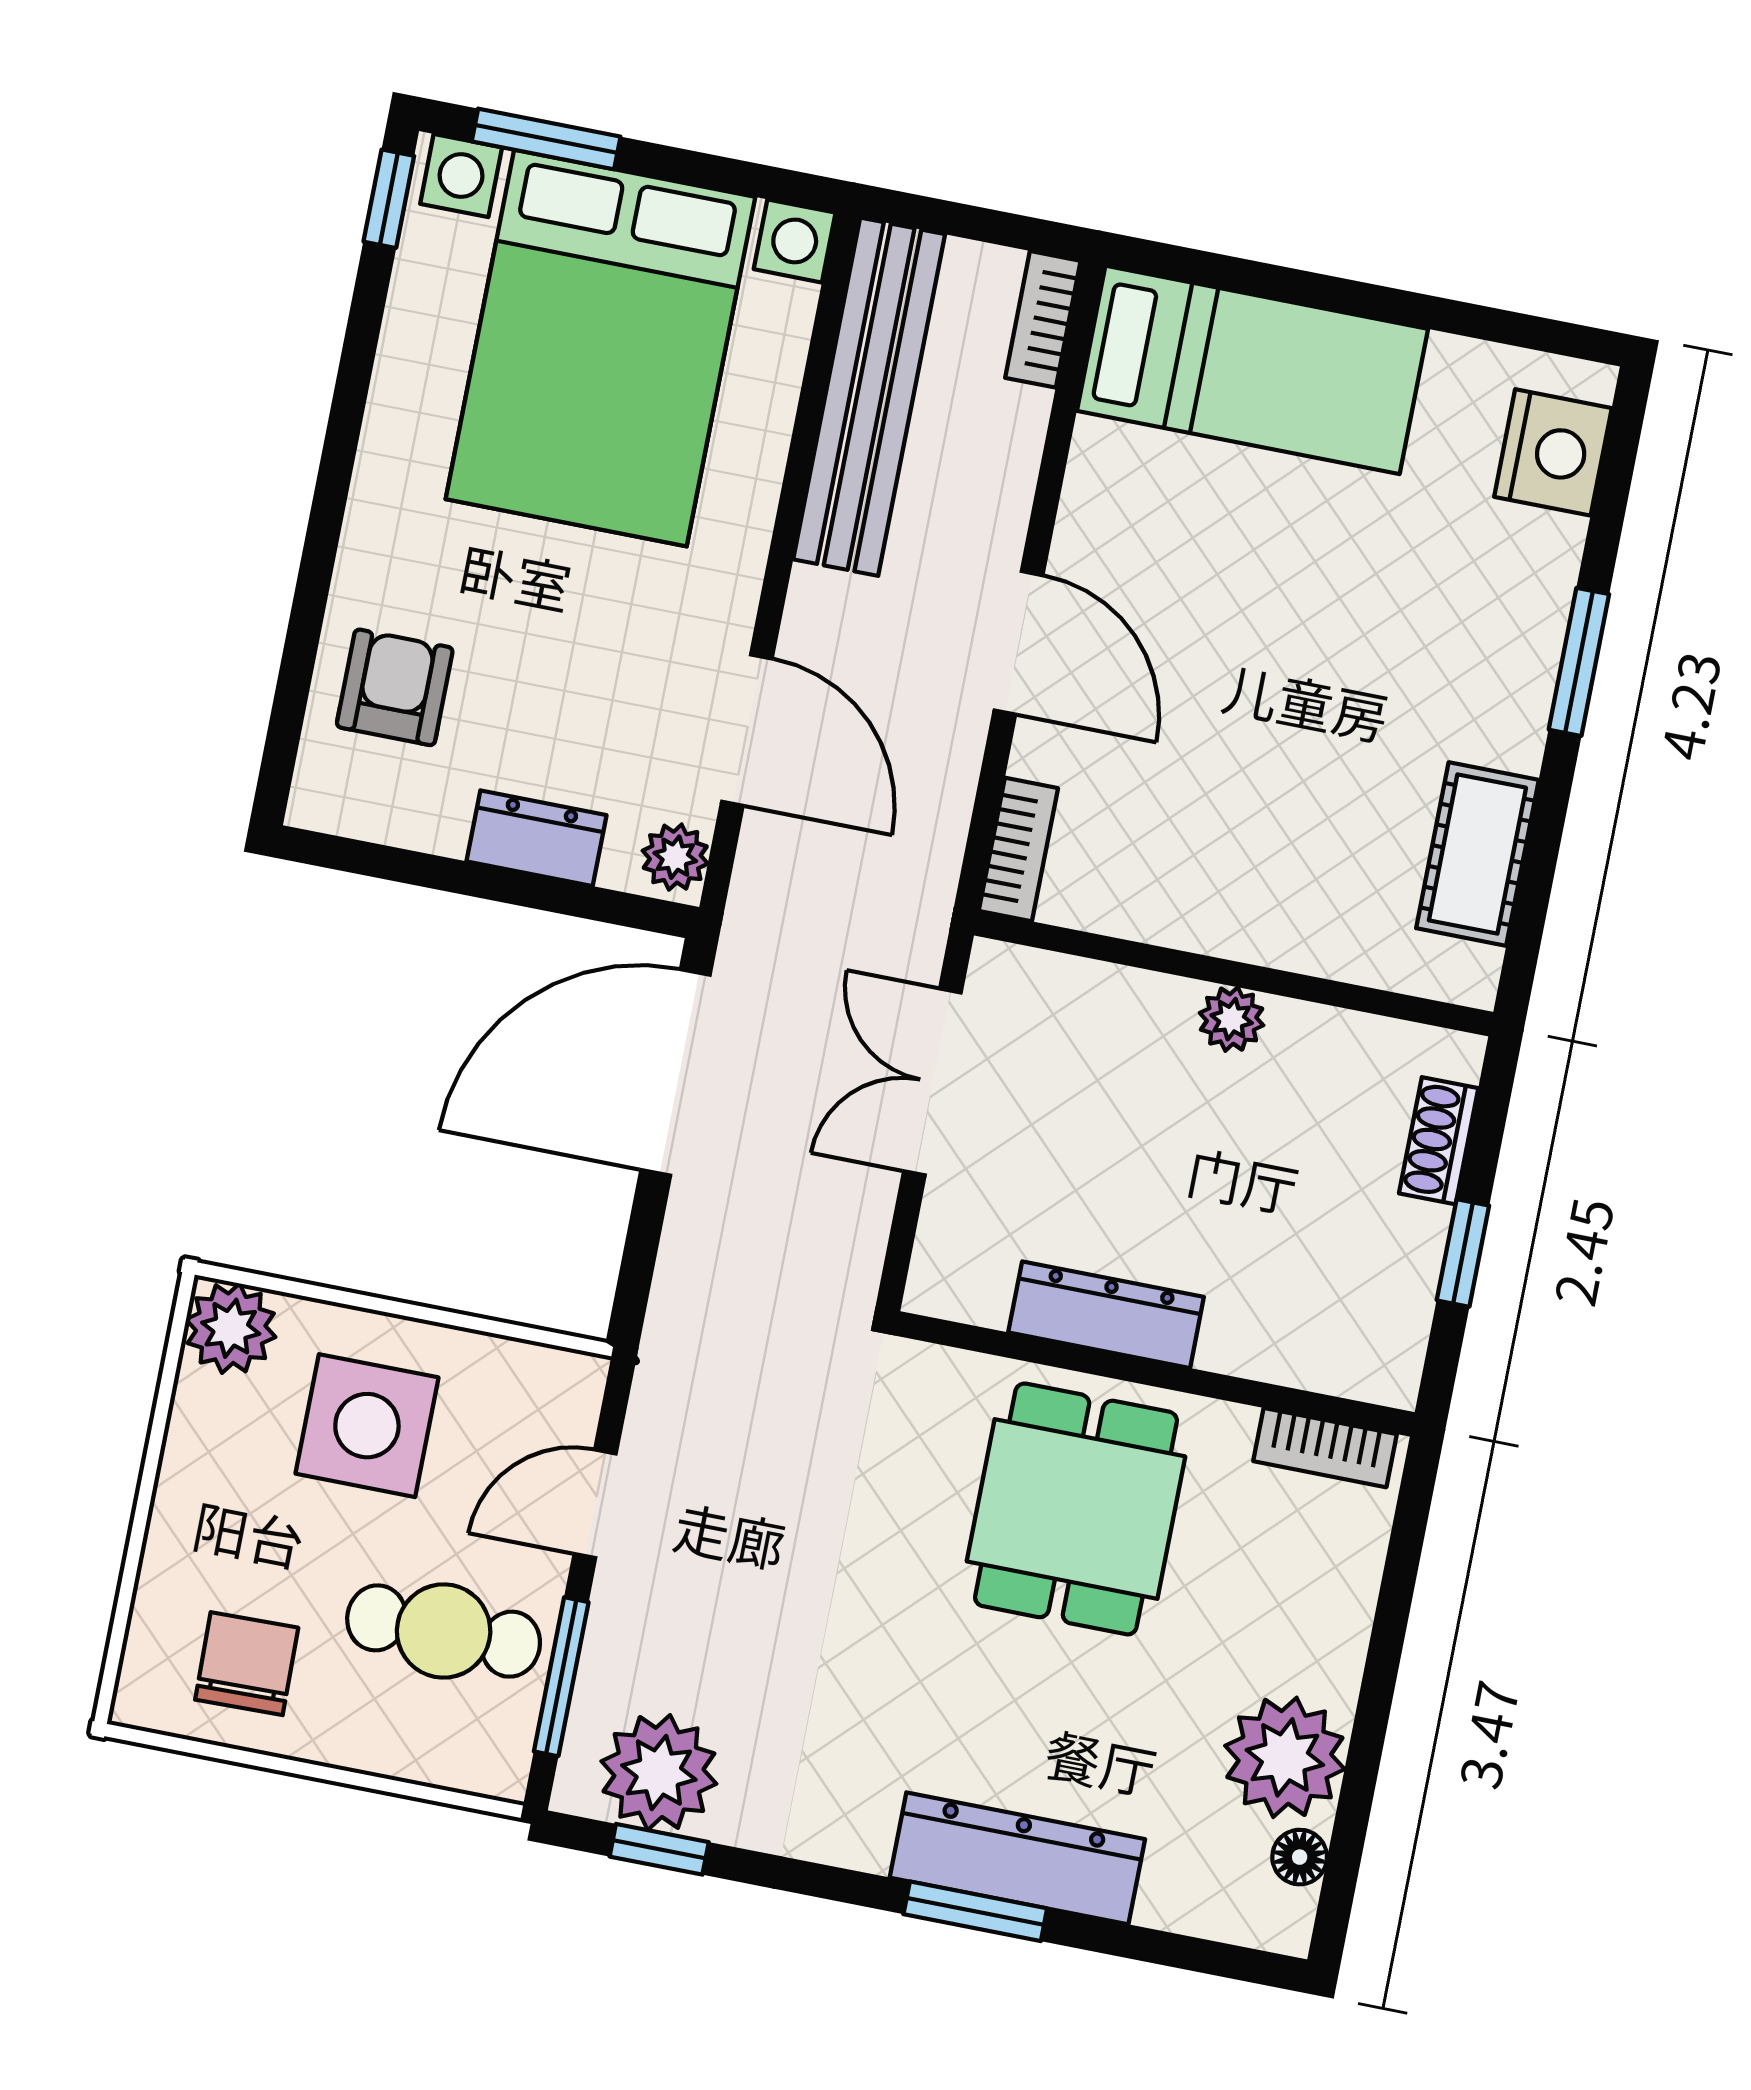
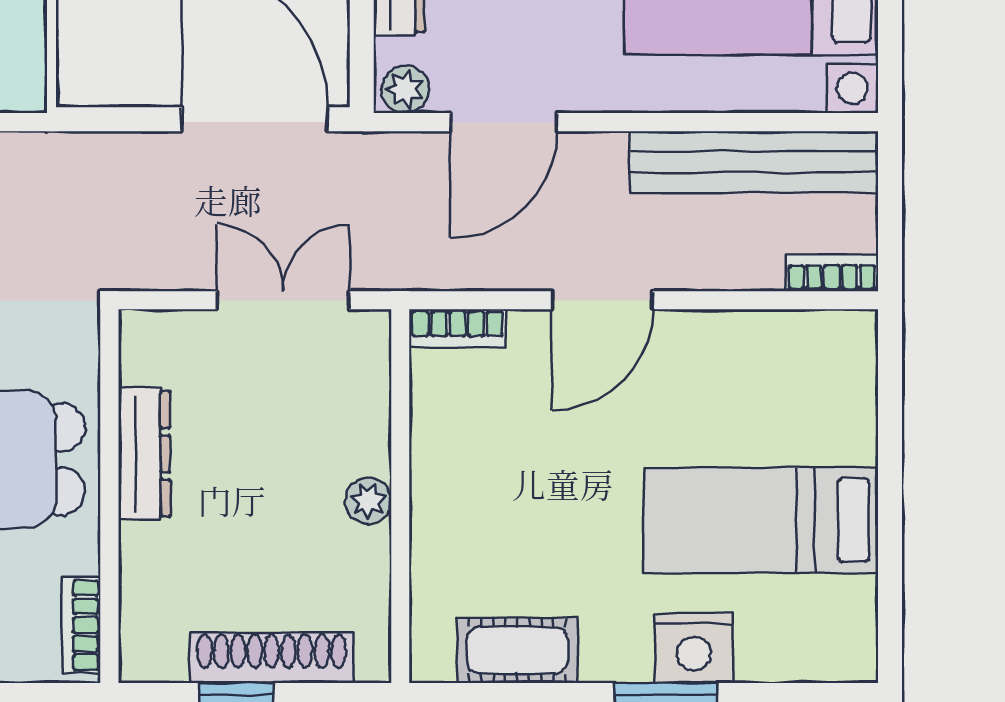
bed: (1252, 370) -> (761, 520), moved, turned 90
nightstand: (1553, 452) -> (694, 648), moved
shoe rack: (1439, 1141) -> (272, 658), width x1.94, depth x1.24

